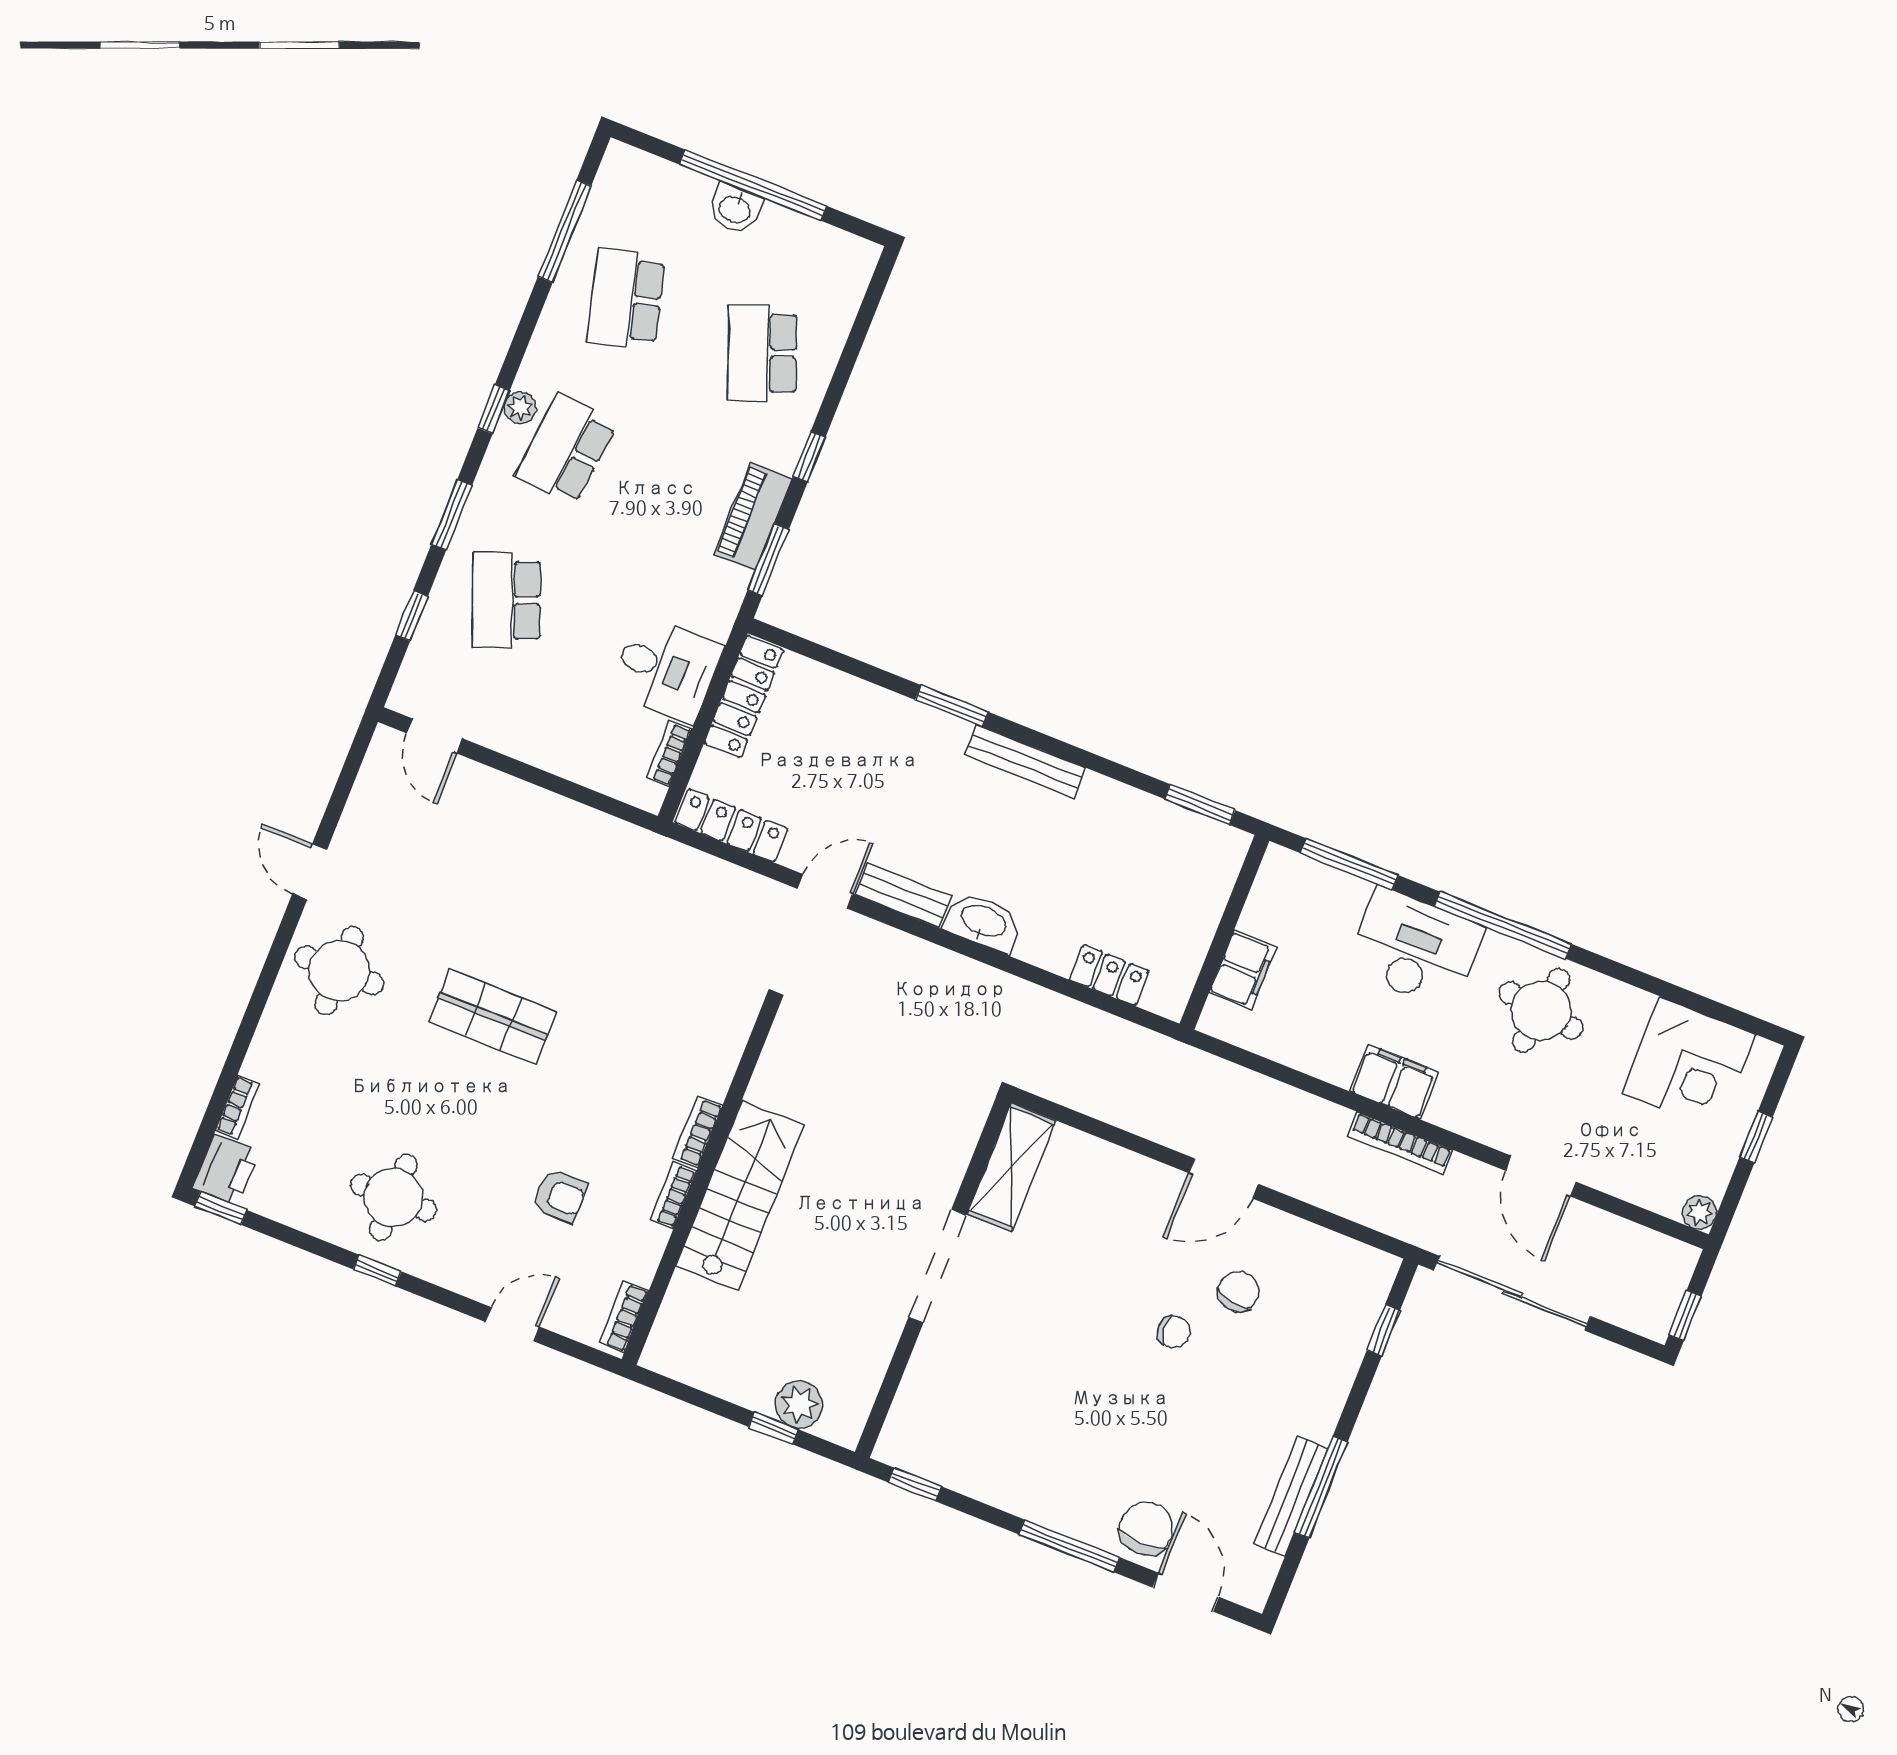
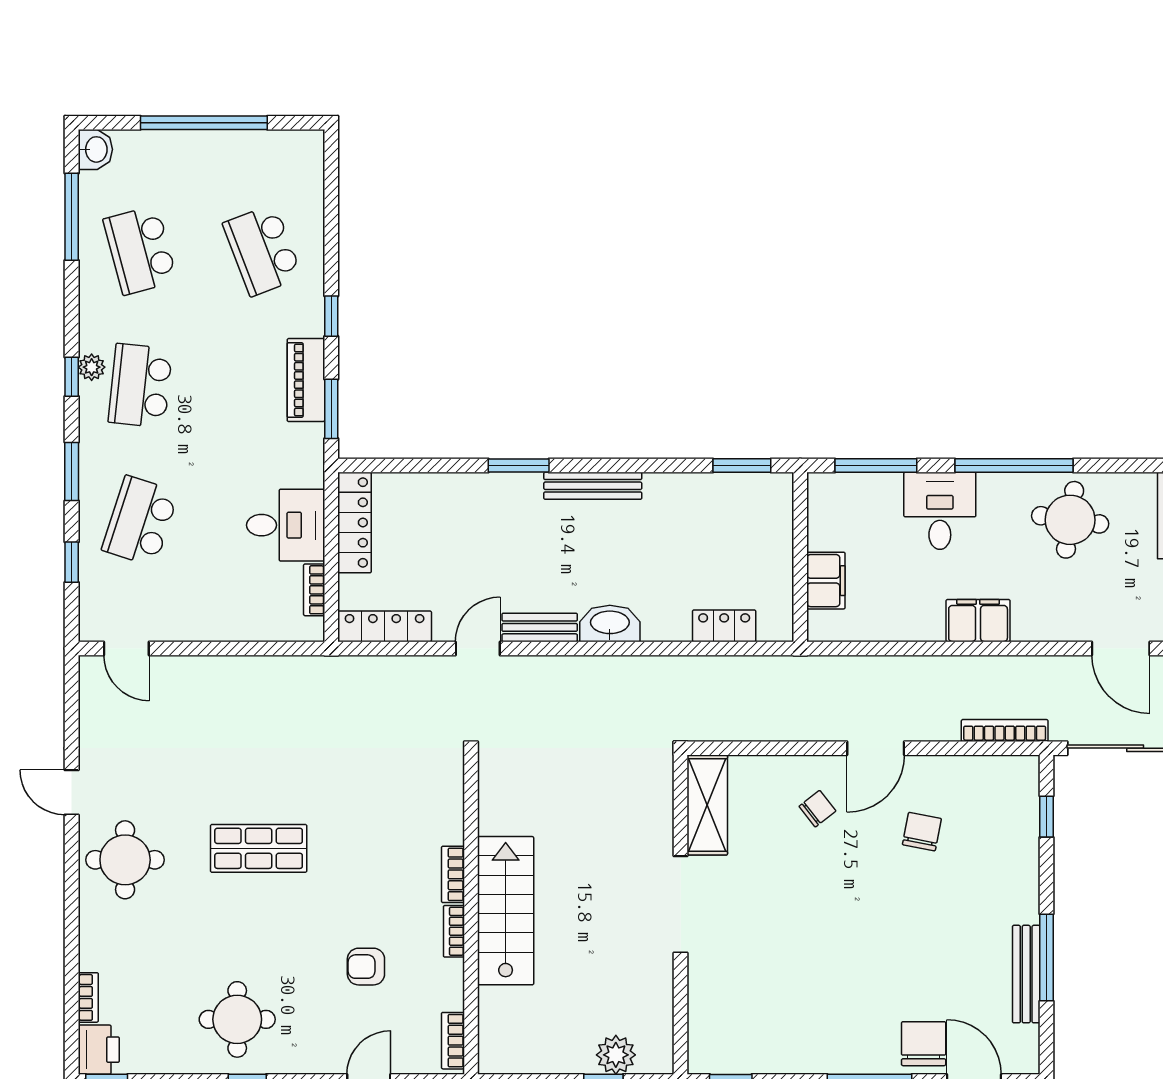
washbasin: (735, 209) -> (95, 149), moved, turned -90
school desk: (506, 600) -> (140, 521), turned 39
desk: (1415, 949) -> (940, 511), width x0.73
bookcase: (1400, 1143) -> (1005, 731), moved, turned 180
armchair: (560, 1196) -> (366, 967), turned 180
chair: (1174, 1332) -> (817, 809), moved, turned -33

